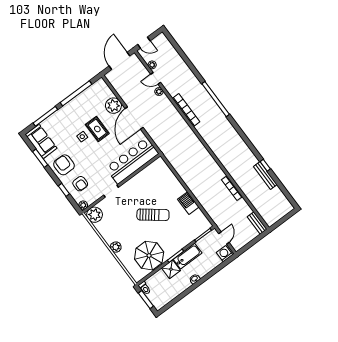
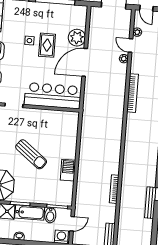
bidet: (203, 245) -> (50, 215), added

